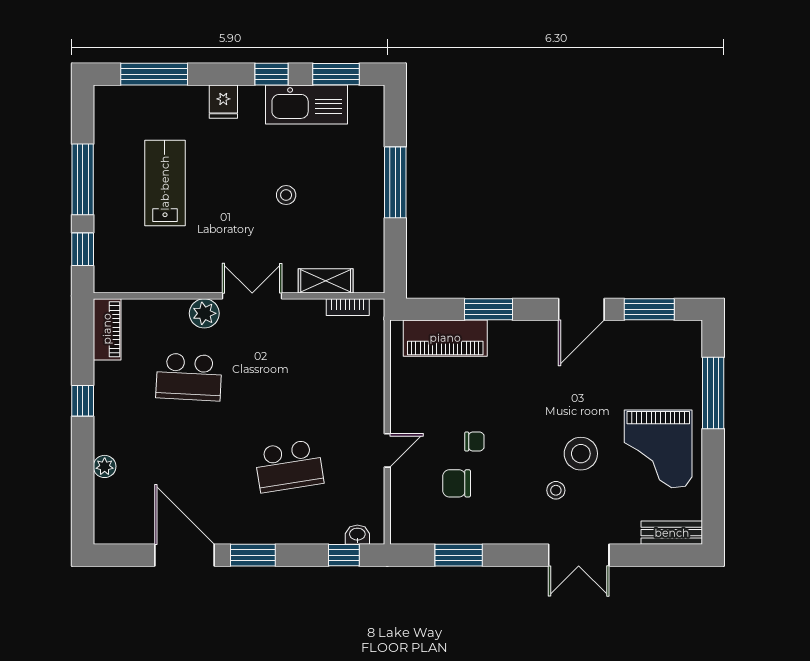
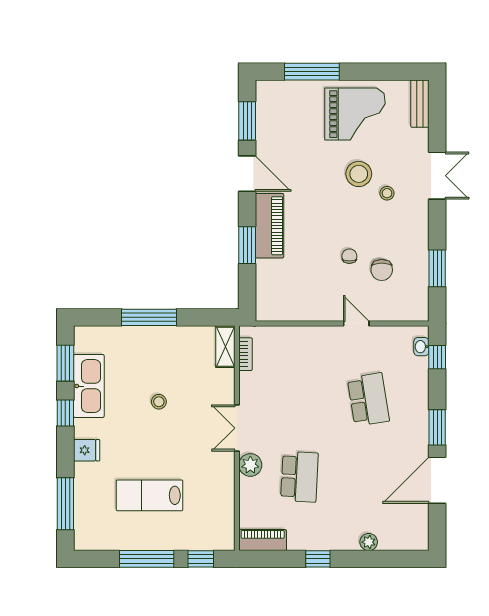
shelving: (326, 281) -> (225, 347), moved
piano: (445, 338) -> (269, 226), moved

